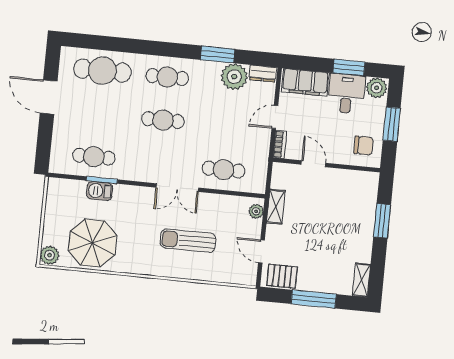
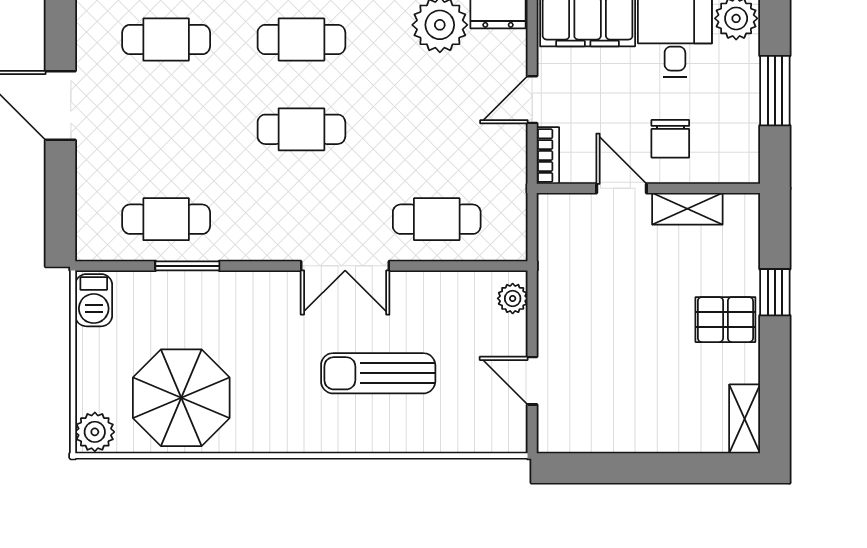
cafe table: (102, 71) -> (166, 39), width x0.73, depth x0.74
chair: (364, 146) -> (670, 139), moved, turned 90
barbecue: (100, 191) -> (94, 300), moved, turned -90
shelving: (276, 207) -> (687, 209), moved, turned 90
window: (382, 221) -> (775, 292), width x0.67
pallet: (282, 276) -> (725, 320), moved
window: (314, 299) -> (650, 468), removed

